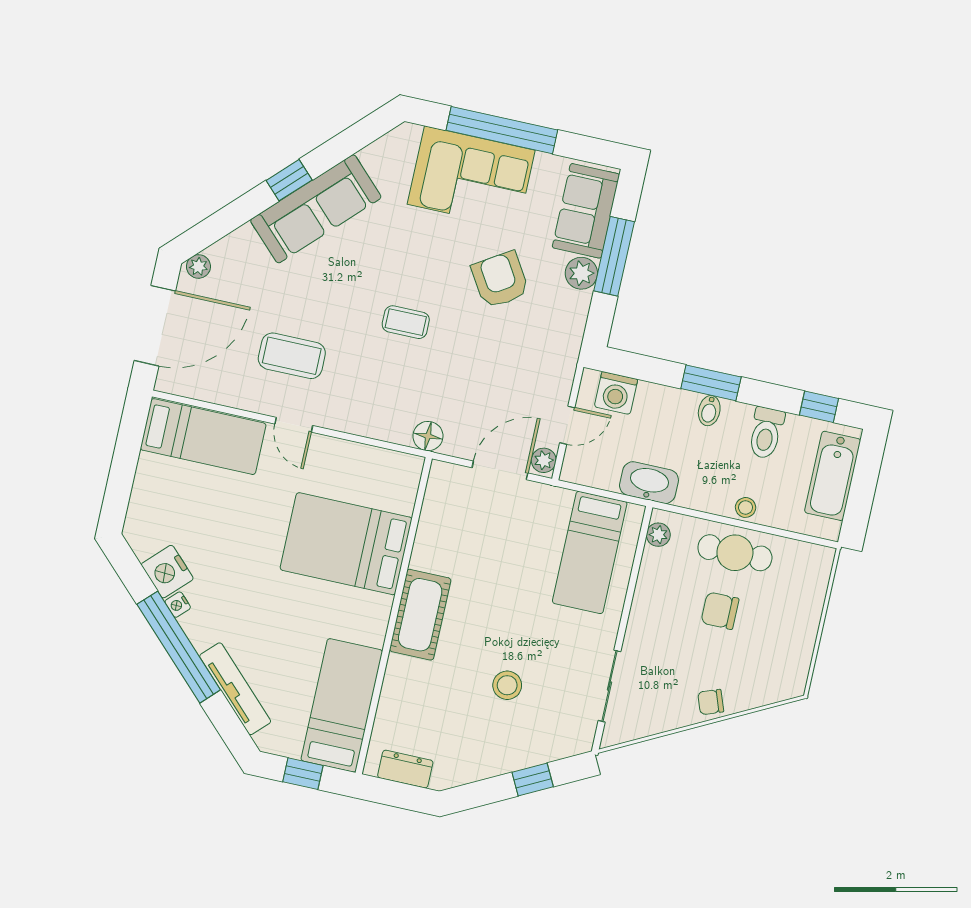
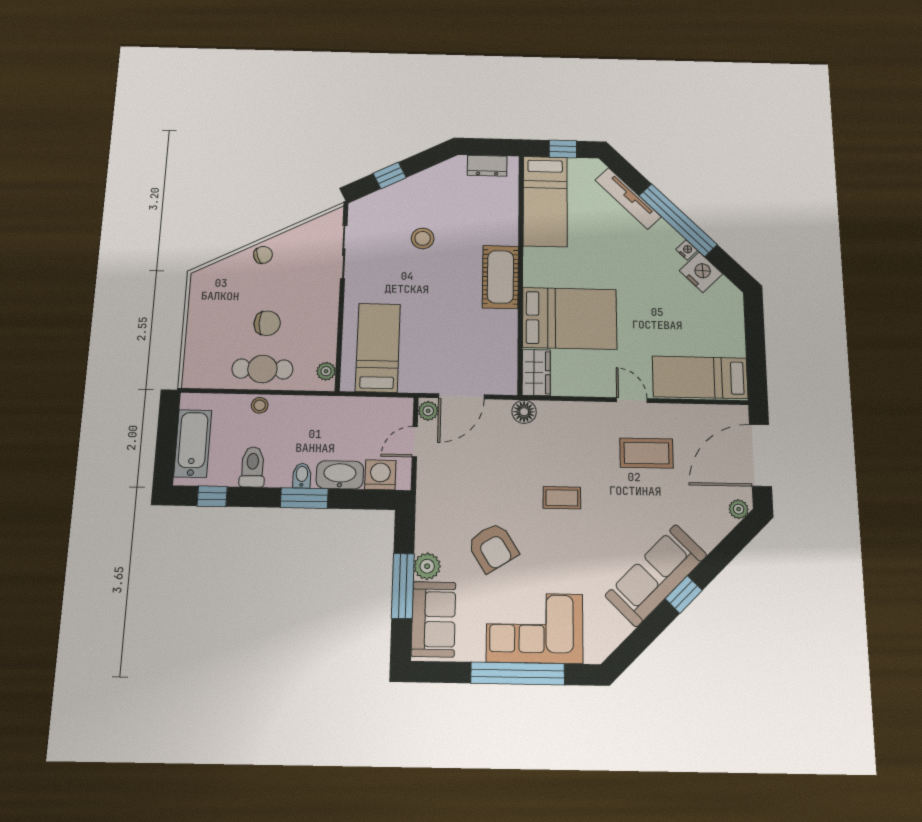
wardrobe: (403, 482) -> (536, 373), added
washbasin: (649, 483) -> (340, 475), moved, turned 180

